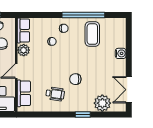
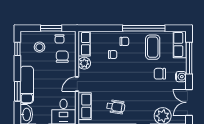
row of seats: (119, 31) -> (180, 45), added
window: (129, 45) -> (189, 58), added
water cooler: (121, 53) -> (181, 77), moved
chair: (75, 79) -> (160, 74), moved

